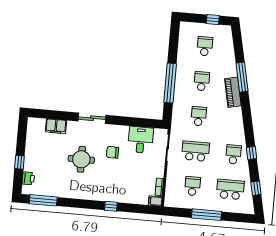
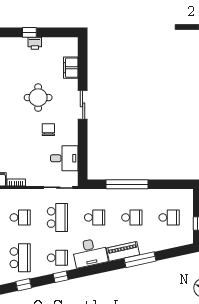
desk: (231, 123) -> (90, 253), added
printer: (28, 178) -> (35, 43), moved

